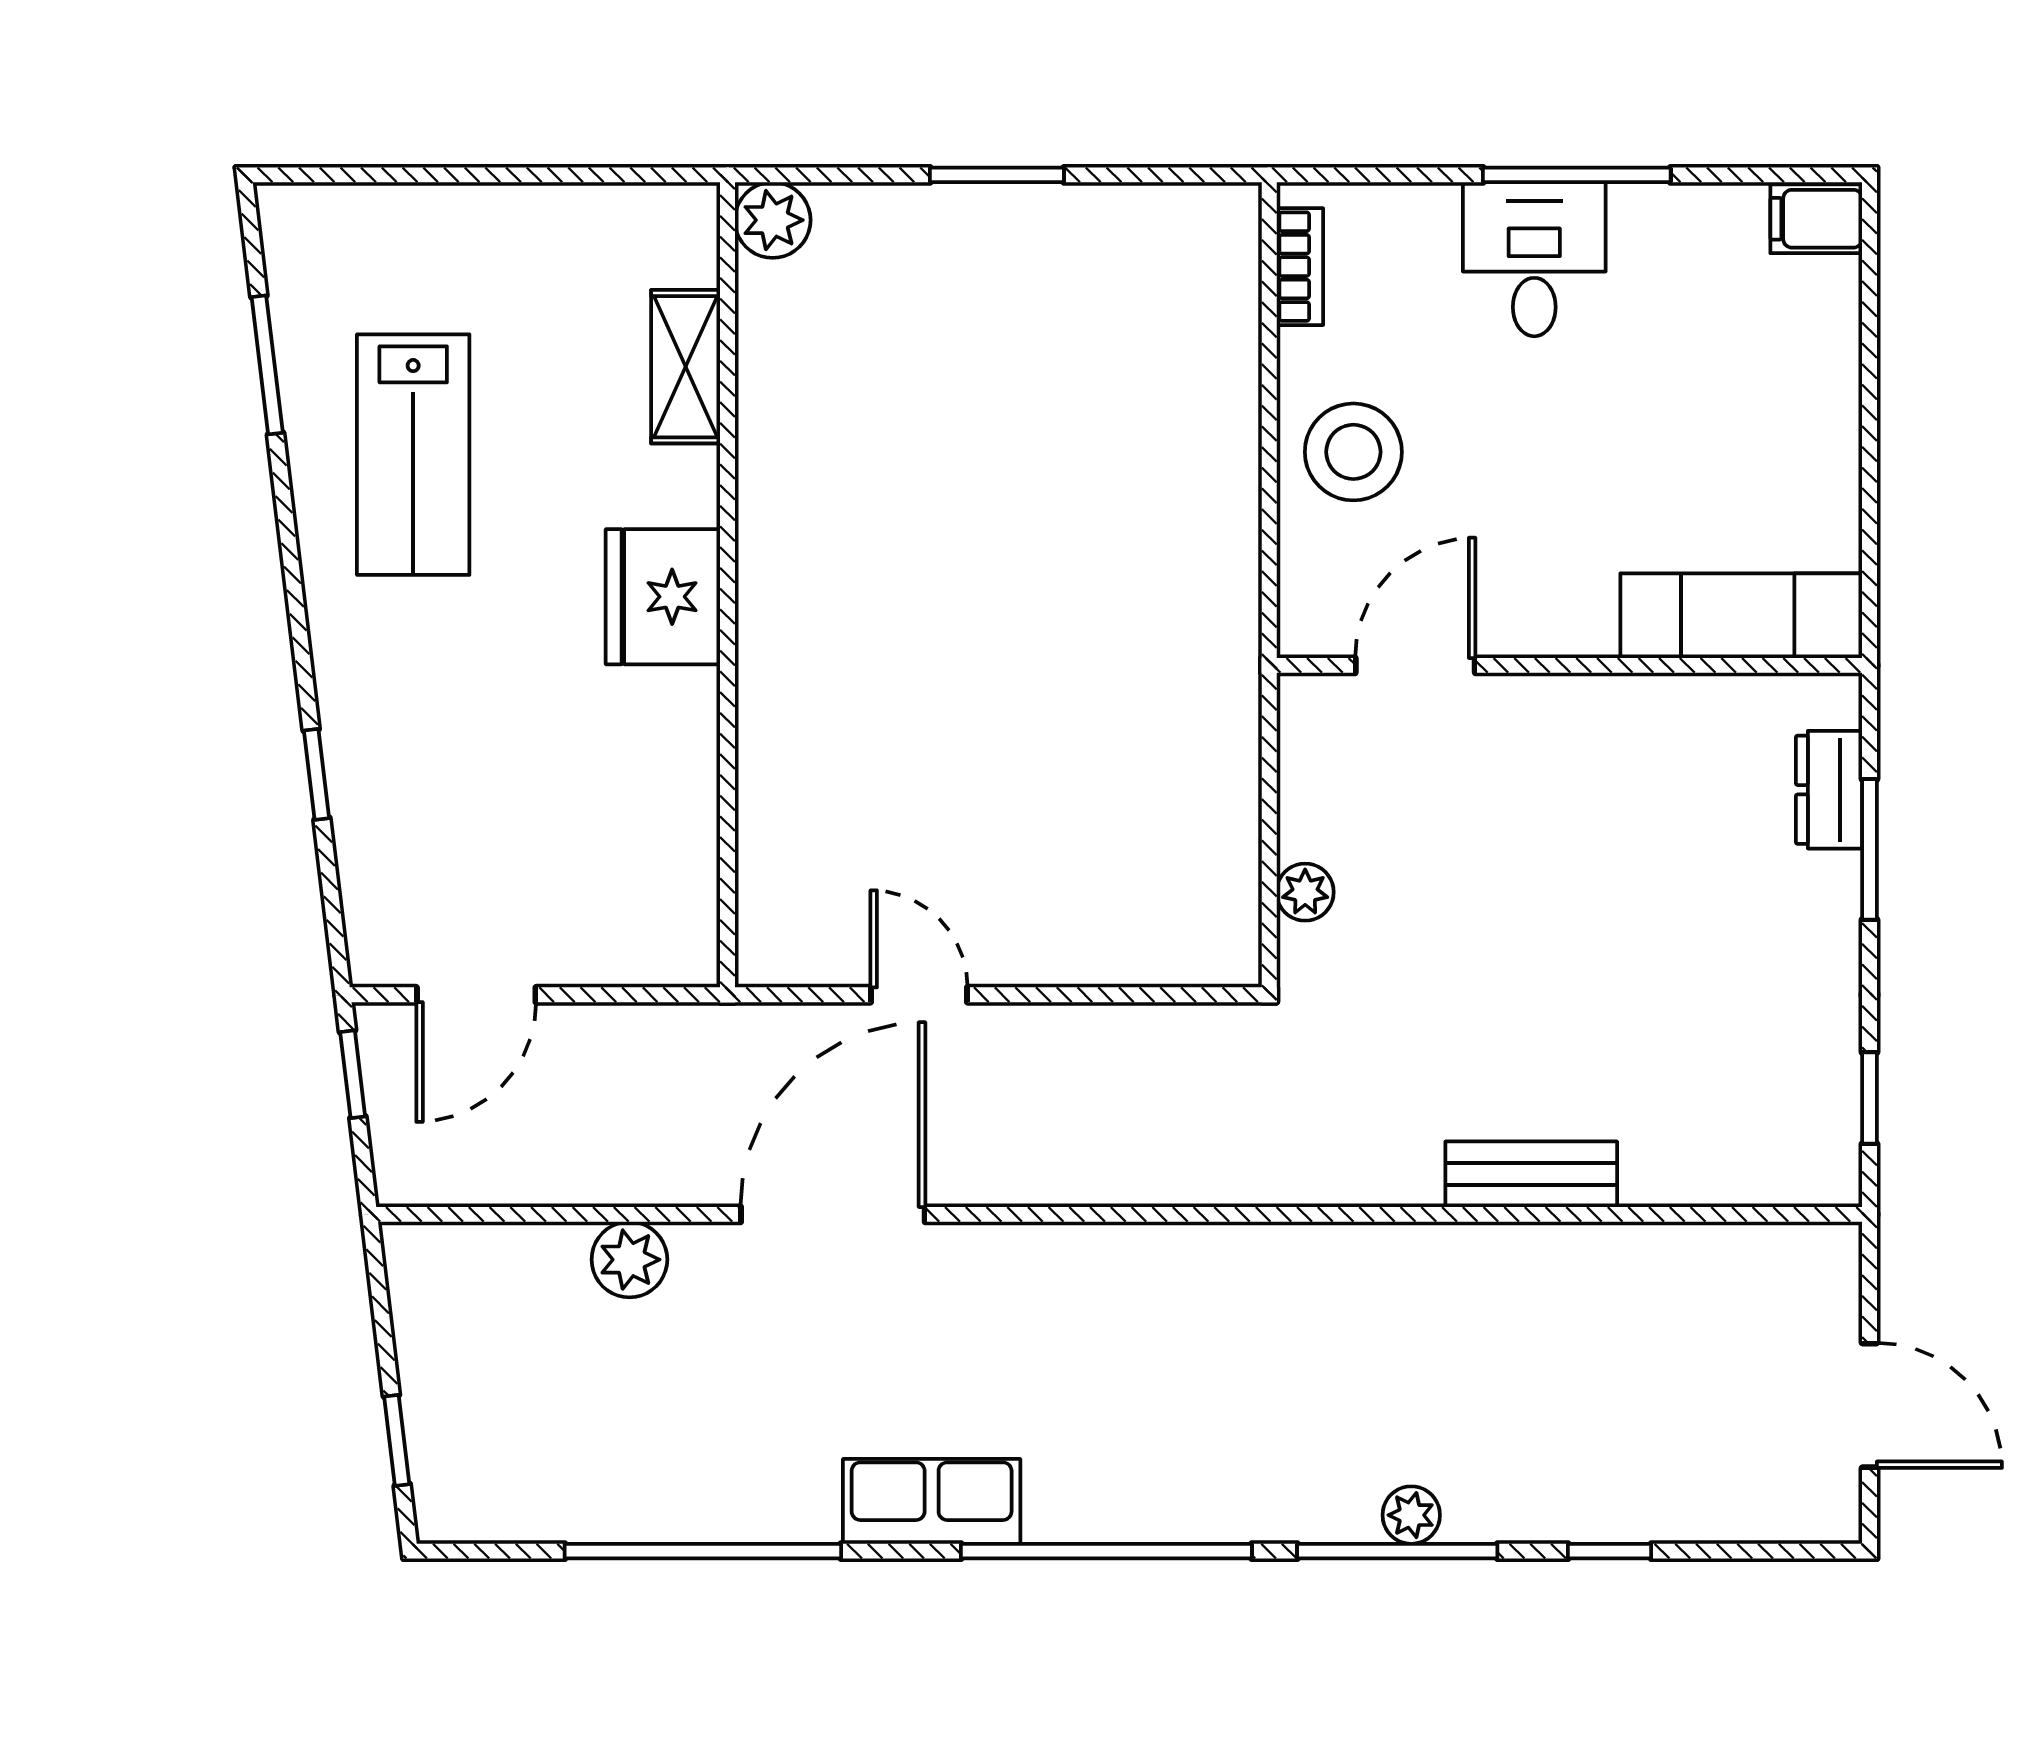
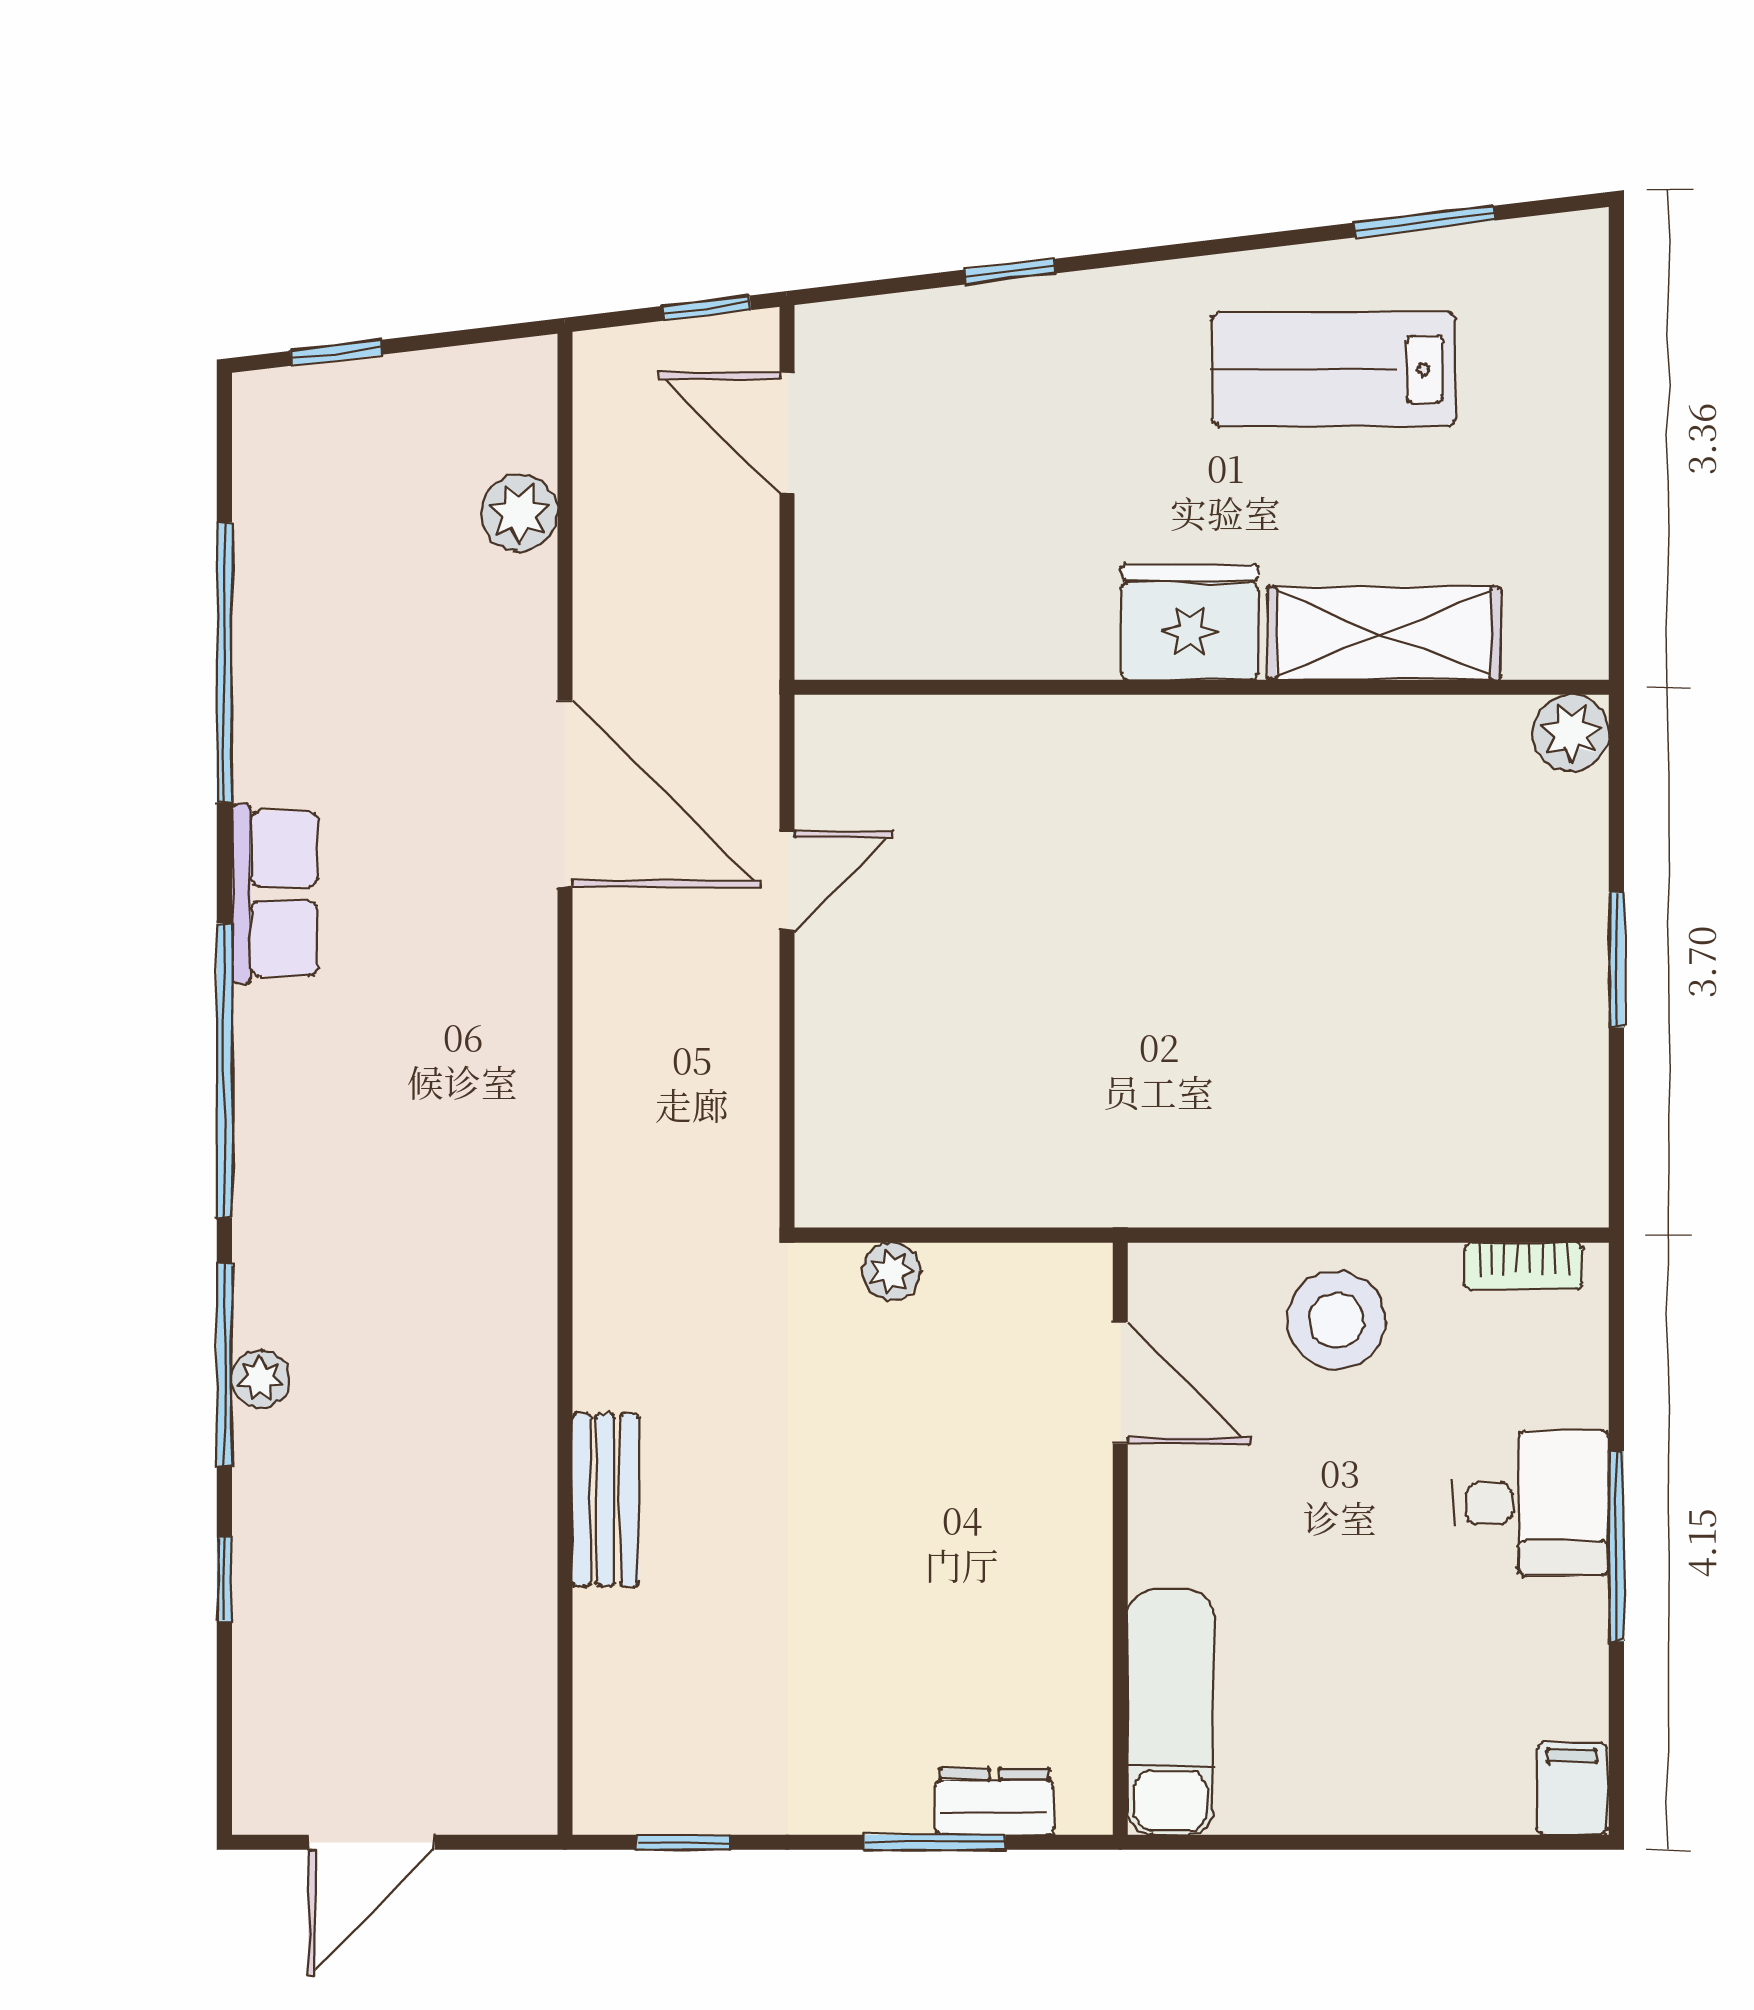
shelving: (686, 367) -> (1384, 633), width x1.50, depth x1.33
plant: (629, 1260) -> (519, 513), moved

